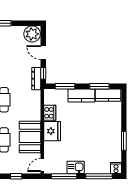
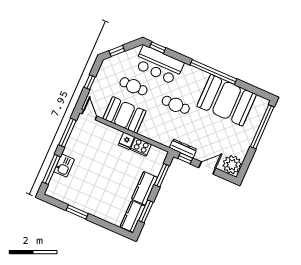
fridge: (52, 131) -> (126, 141), width x0.53, depth x0.75
kitchen sink: (76, 167) -> (64, 166), moved
cooker: (116, 168) -> (52, 191), removed

